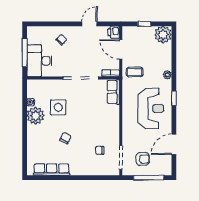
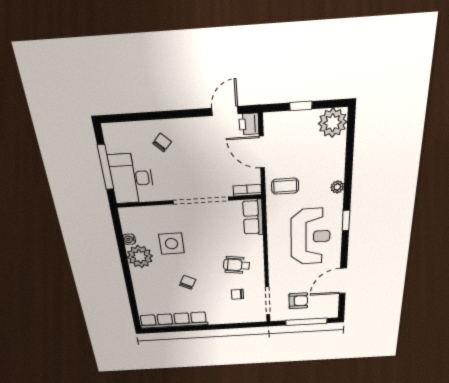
door: (89, 24) -> (225, 111), moved
wheelchair: (100, 127) -> (237, 265), added
row of seats: (52, 170) -> (174, 320), width x1.36

